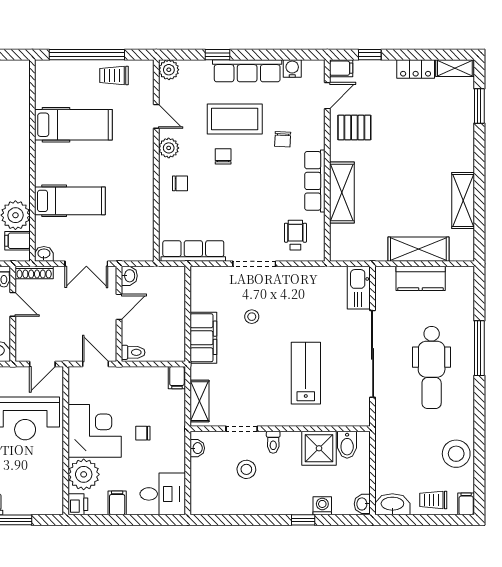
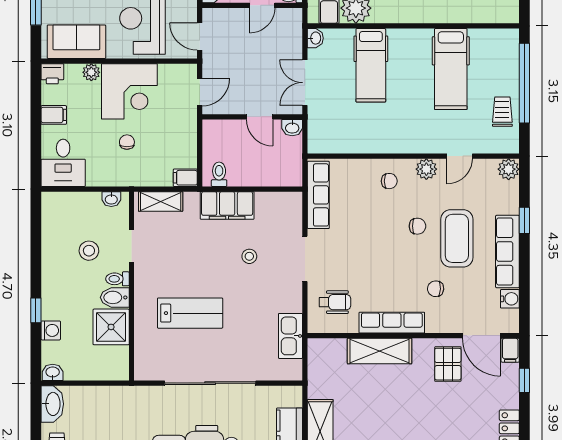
door: (327, 96) -> (481, 336), width x1.38
chair: (180, 183) -> (389, 181), turned -90
shoe rack: (34, 272) -> (296, 28), removed
kitchen sink: (359, 288) -> (291, 336), moved, turned -90
toilet: (133, 352) -> (219, 174), moved, turned 180
bidet: (347, 445) -> (115, 297), moved
plant: (84, 474) -> (91, 72), width x0.53, depth x0.53
sofa: (47, 481) -> (76, 42), added

